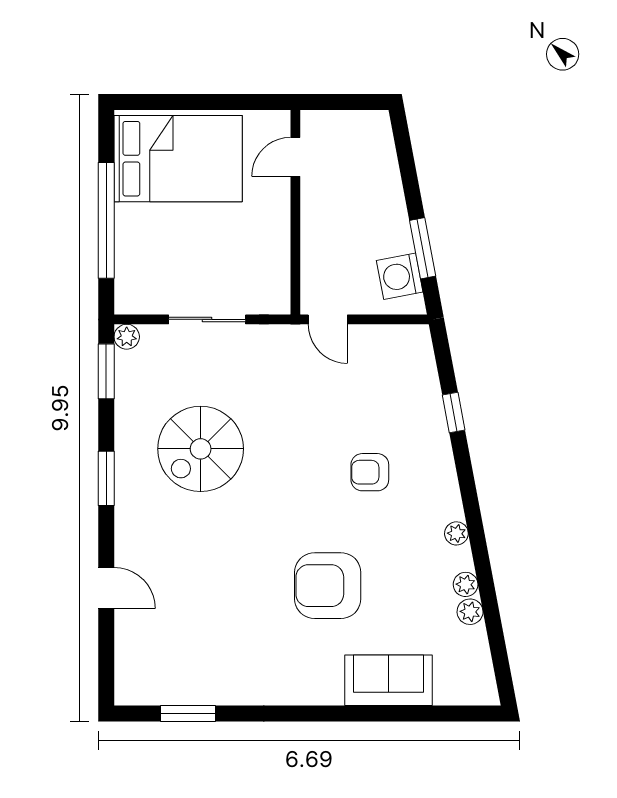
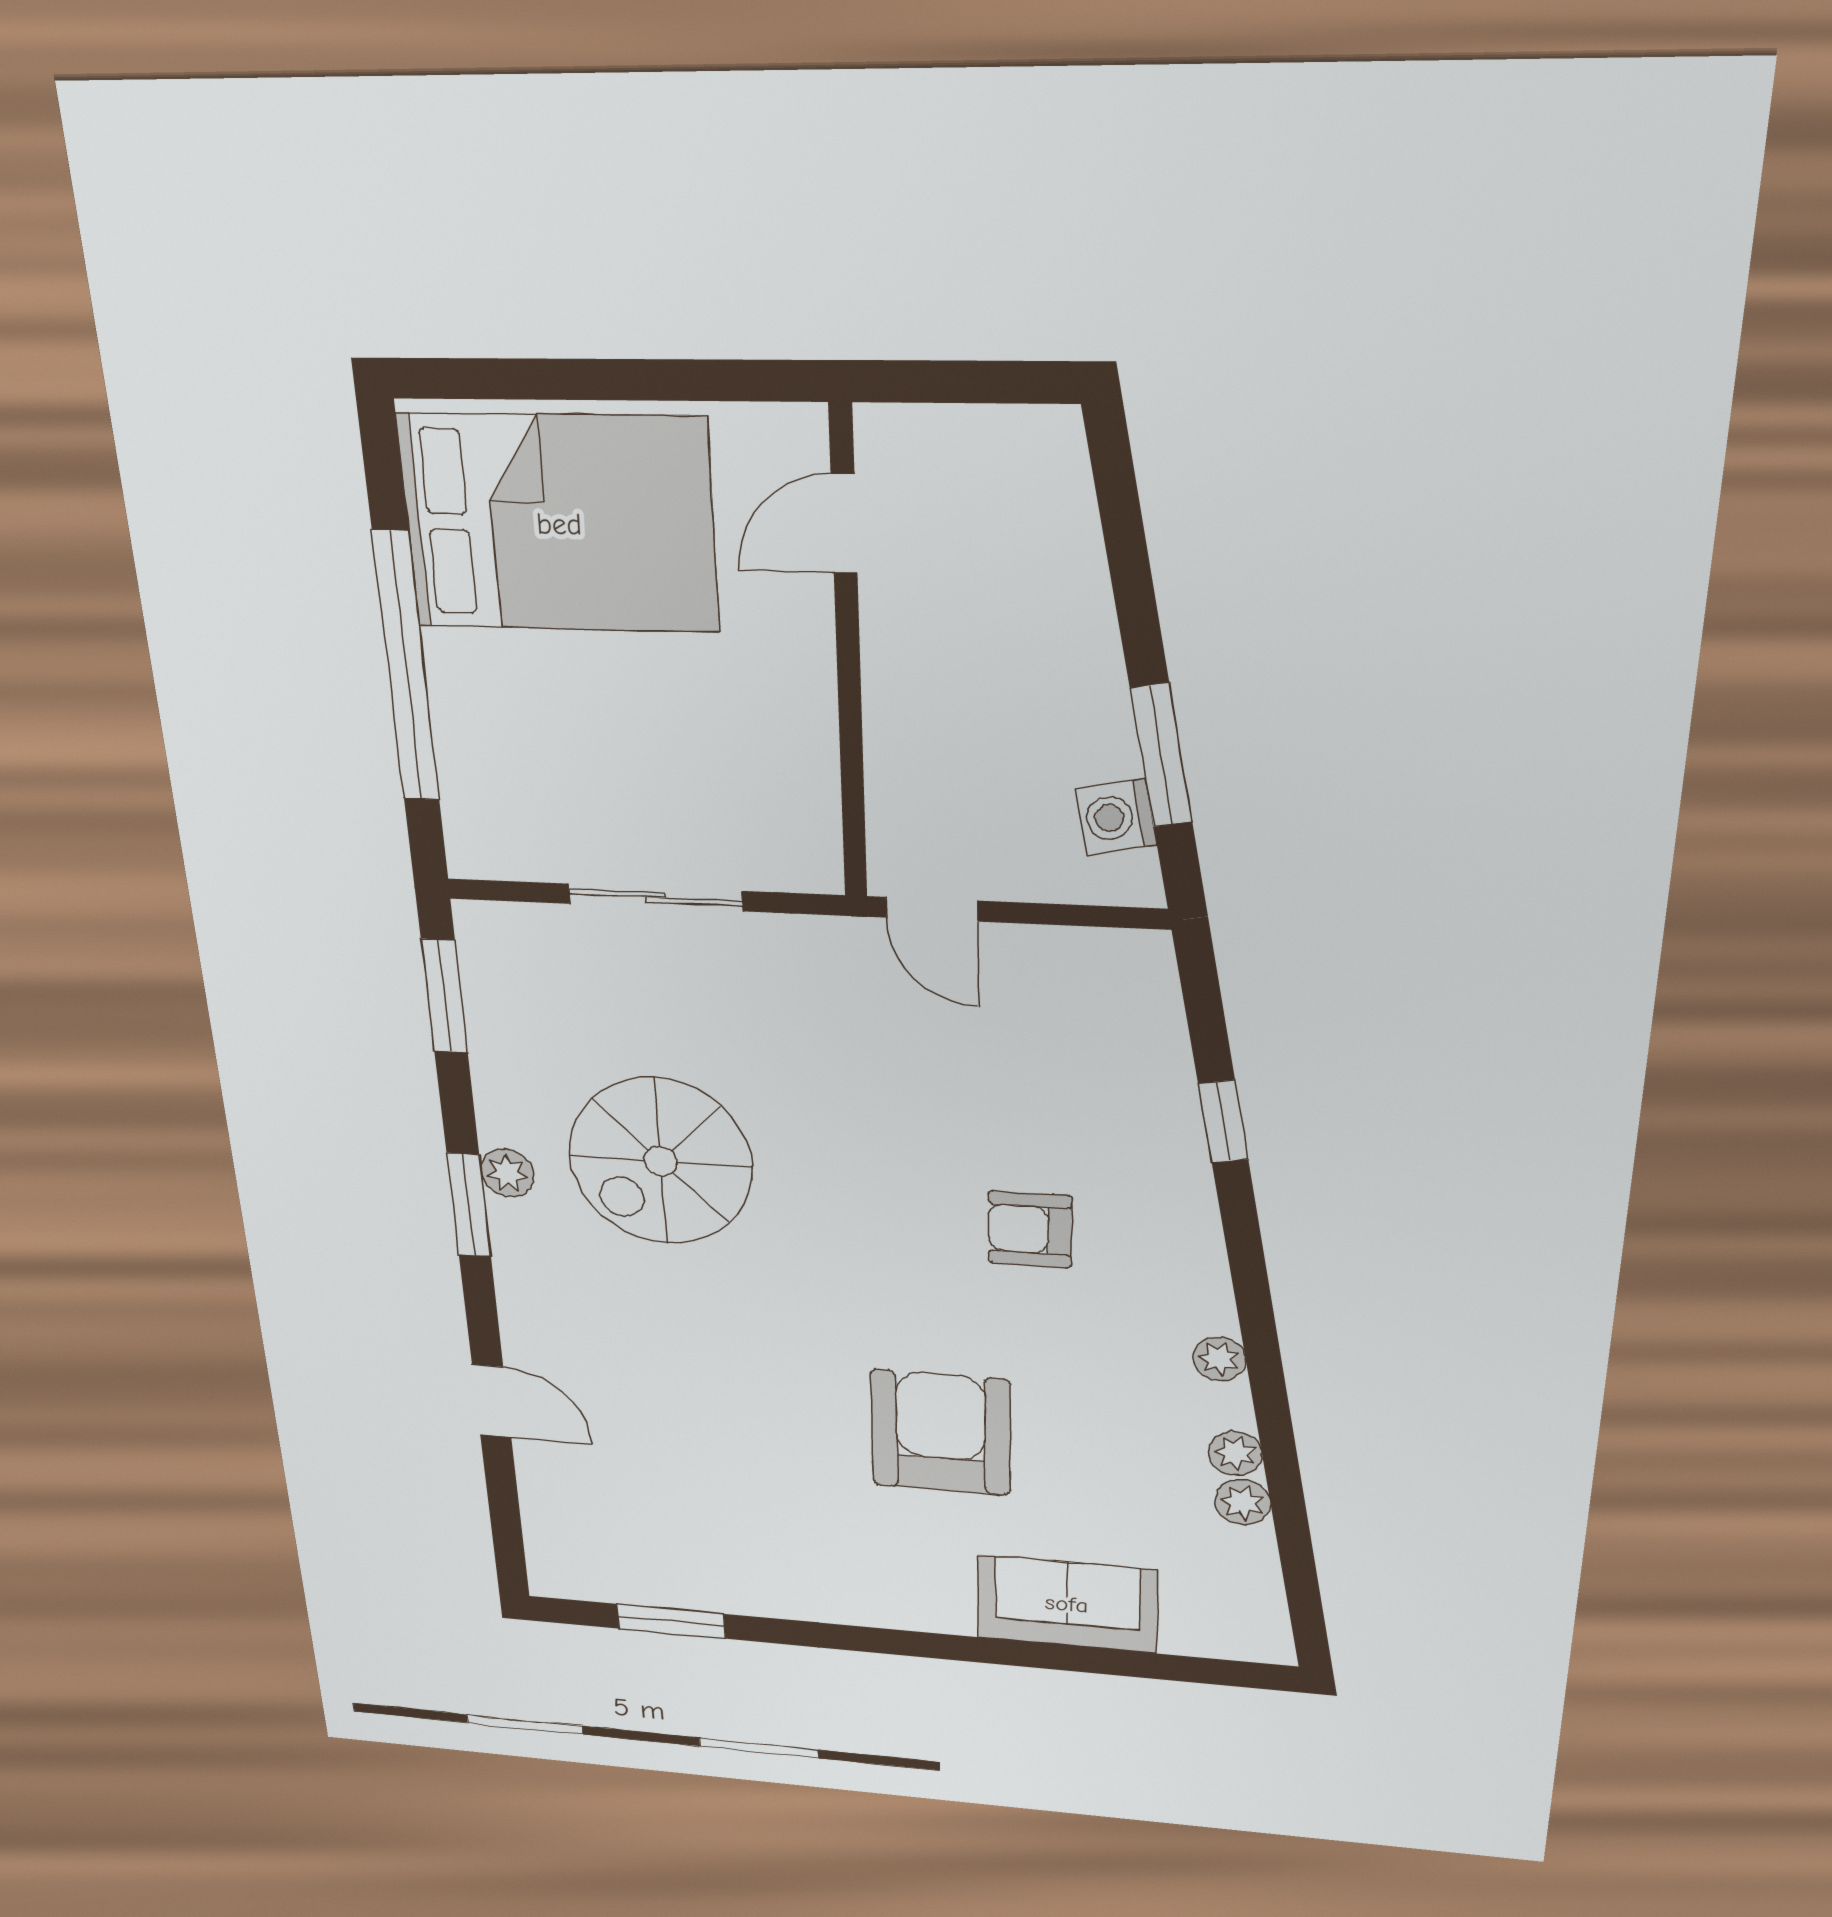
washing machine: (400, 276) -> (1116, 817), width x0.73, depth x0.73
plant: (127, 337) -> (507, 1173), moved
armchair: (328, 586) -> (941, 1433), turned 90

